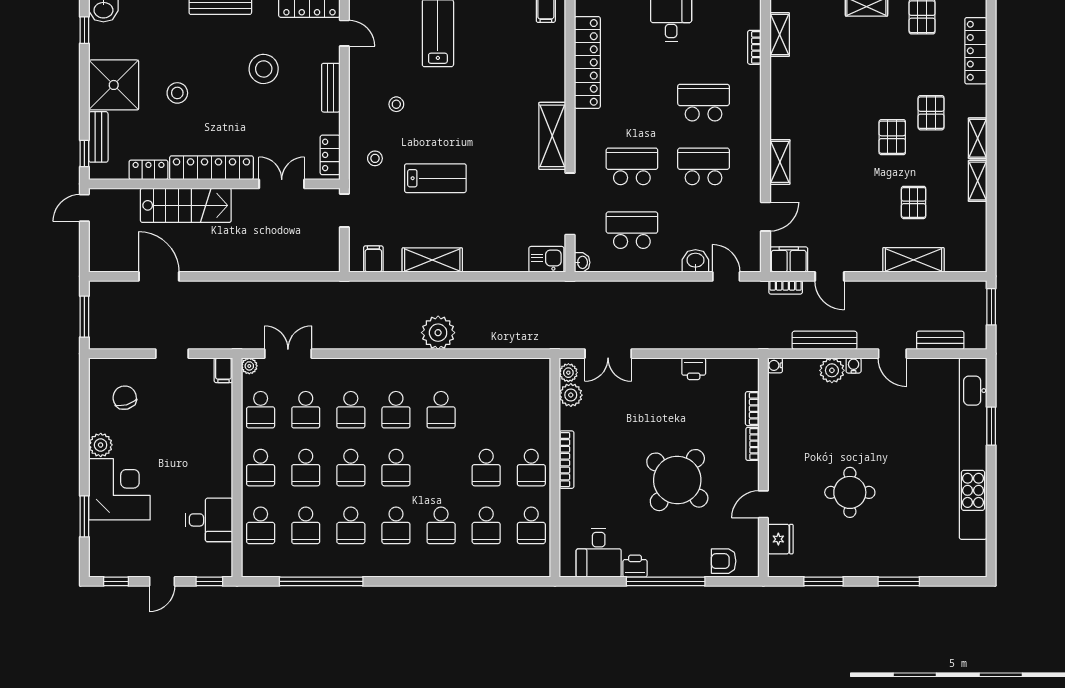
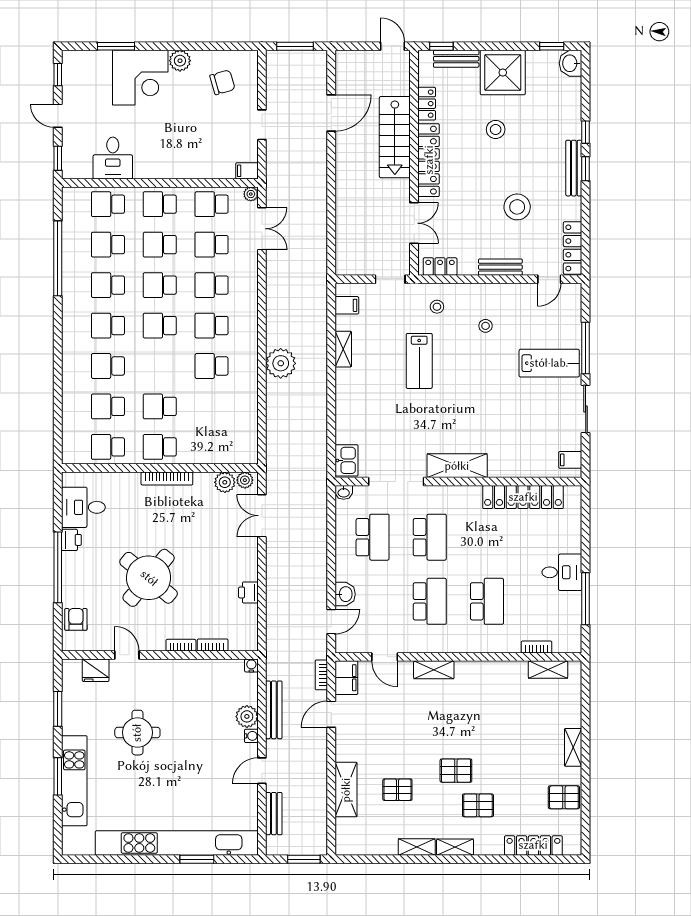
shelving: (432, 260) -> (343, 349), width x0.67, depth x0.75
kitchen unit: (904, 563) -> (74, 781), added

